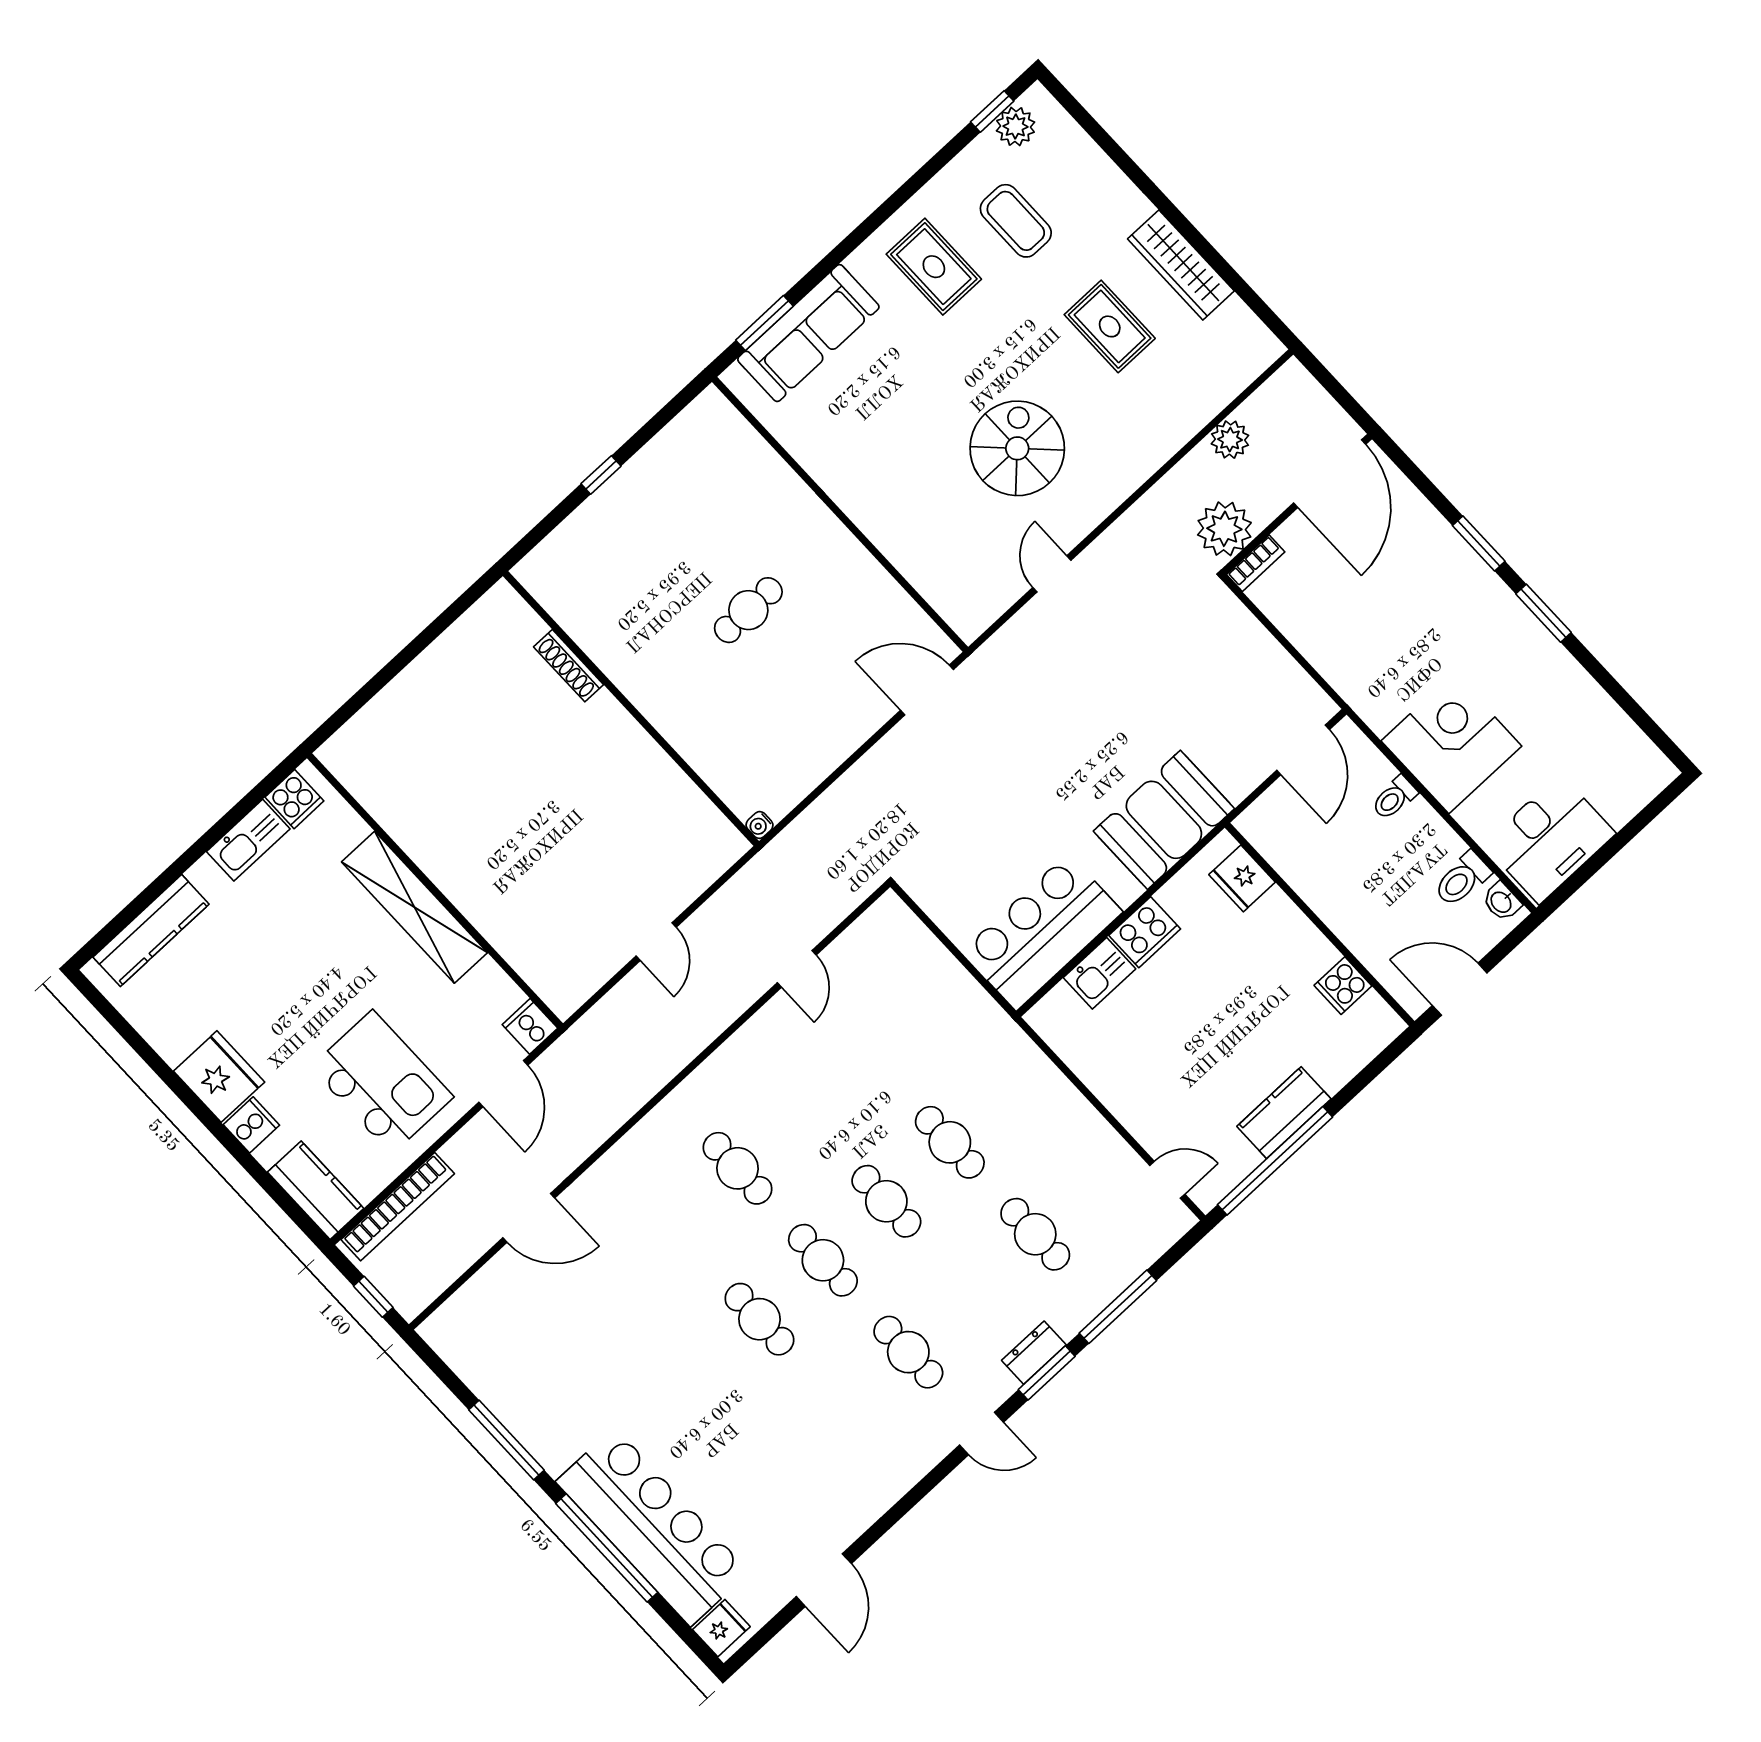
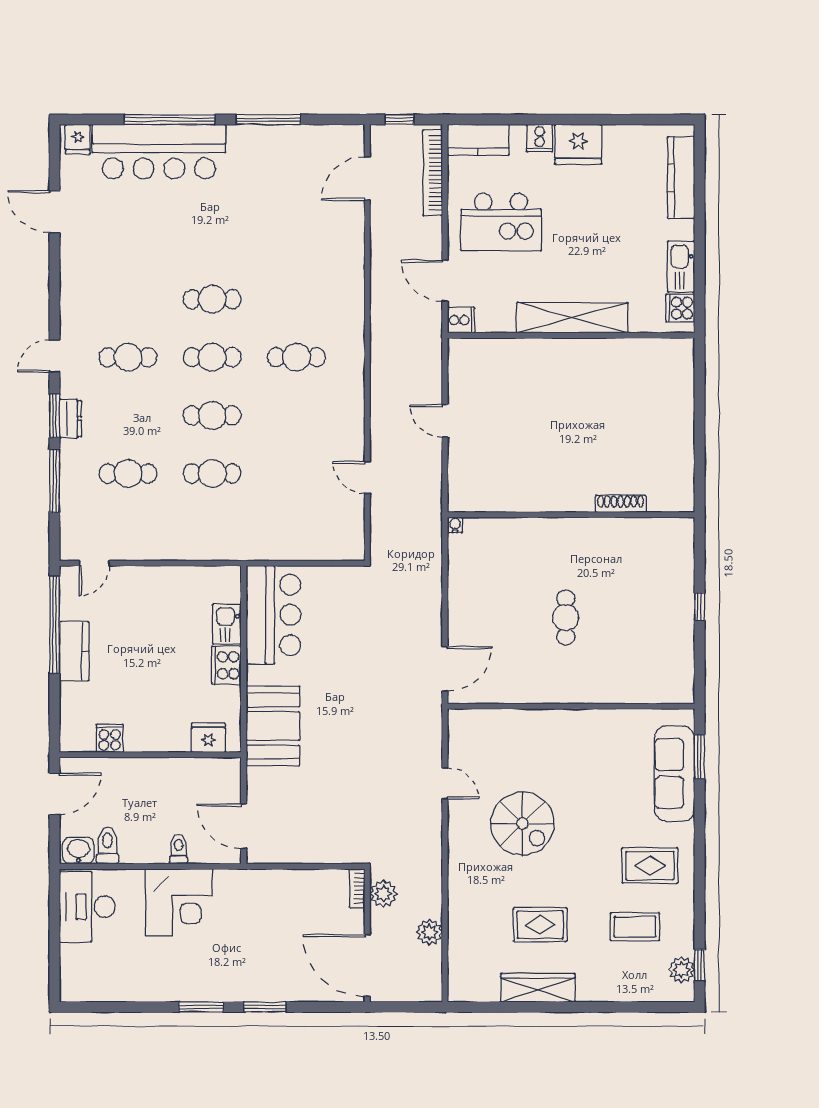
plant: (1224, 529) -> (383, 894), width x0.73, depth x0.73
washbasin: (1502, 902) -> (78, 850), width x1.38, depth x1.45
door: (529, 1218) -> (367, 179), moved

